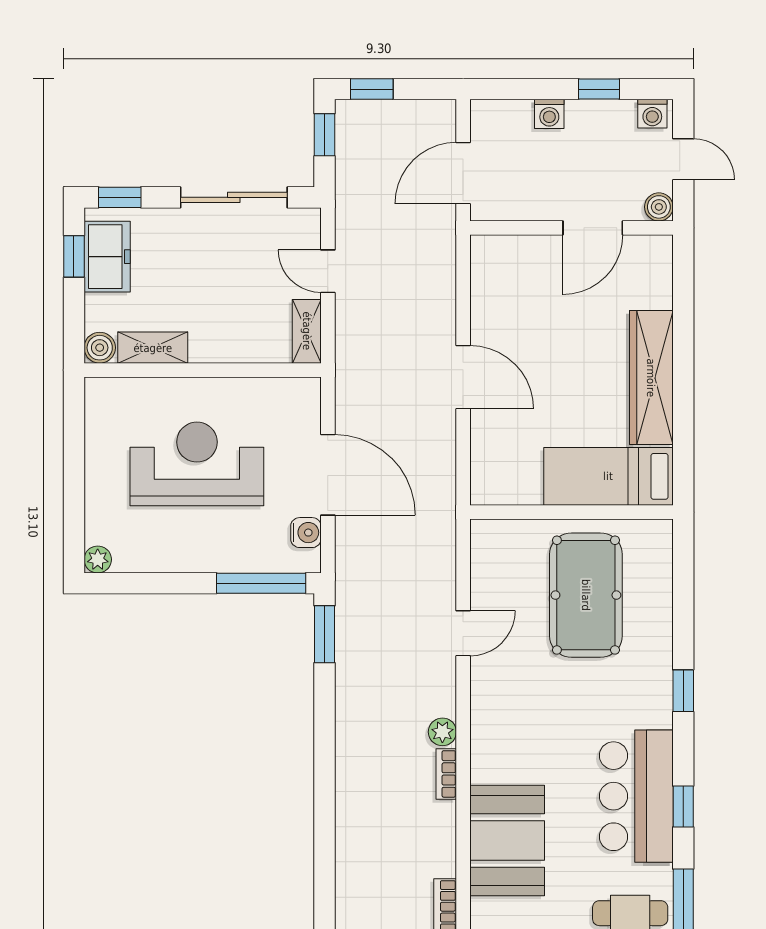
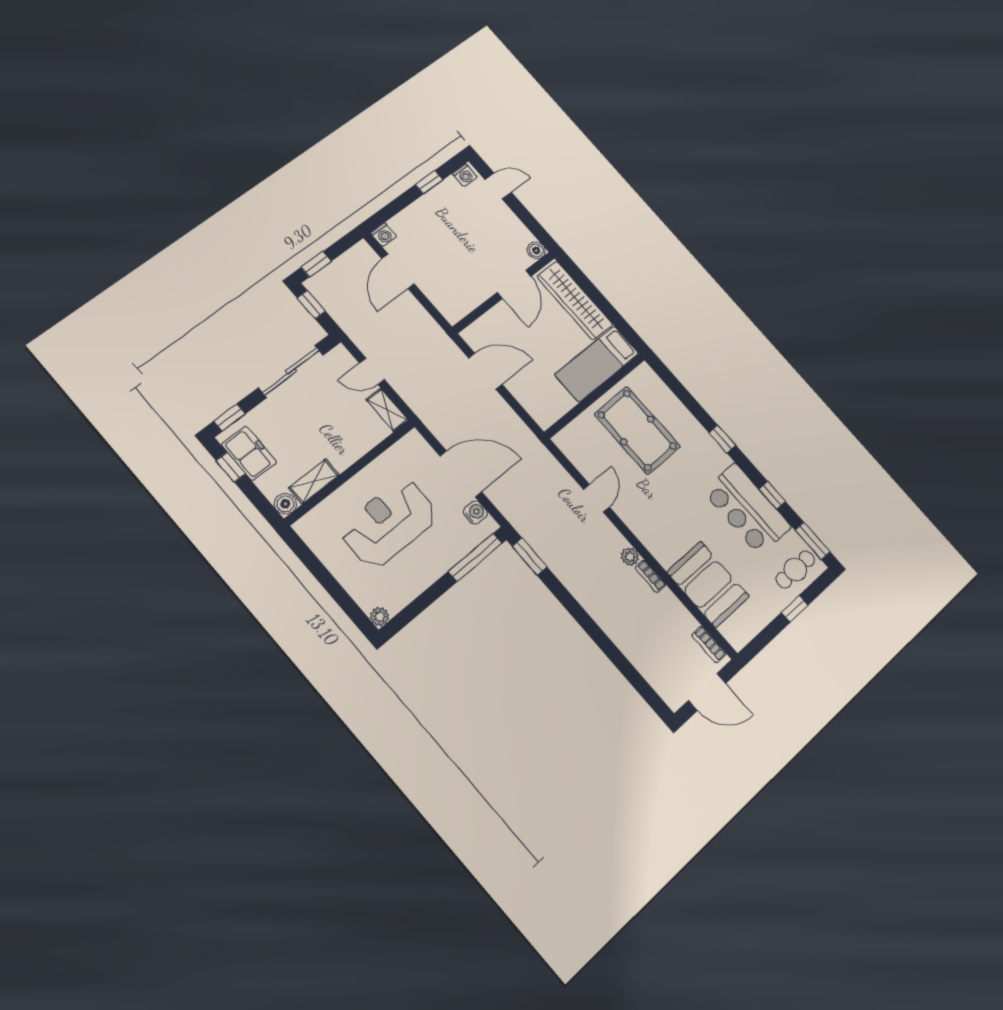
washing machine: (549, 114) -> (384, 235), moved
boiler: (659, 207) -> (536, 250), moved
wall: (572, 228) -> (504, 292), moved
door: (593, 228) -> (514, 284), moved

